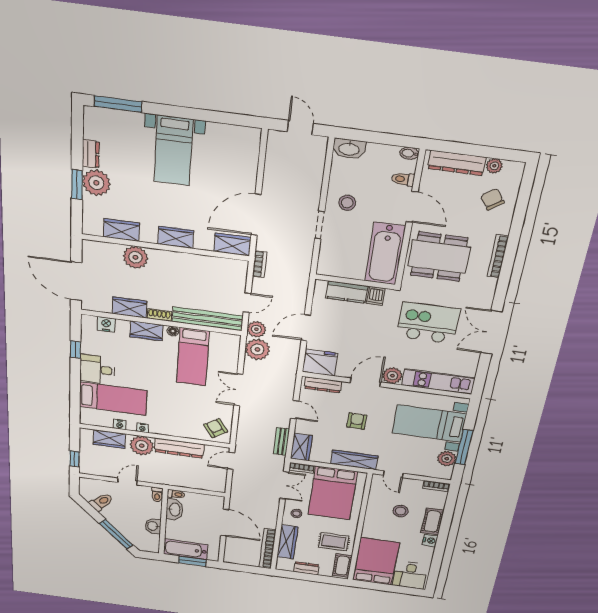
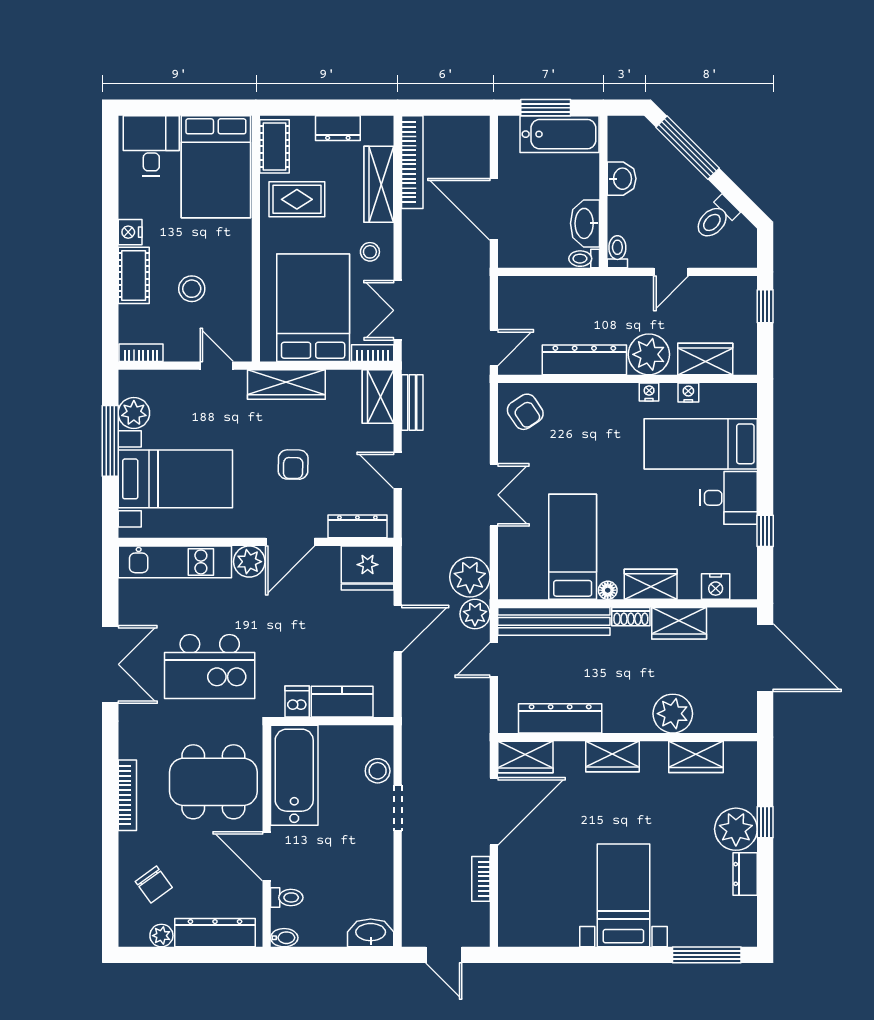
window: (77, 185) -> (765, 822), width x0.67
stool: (347, 203) -> (378, 771), moved
dresser: (208, 264) -> (560, 718), added
bookcase: (260, 264) -> (481, 879), moved

